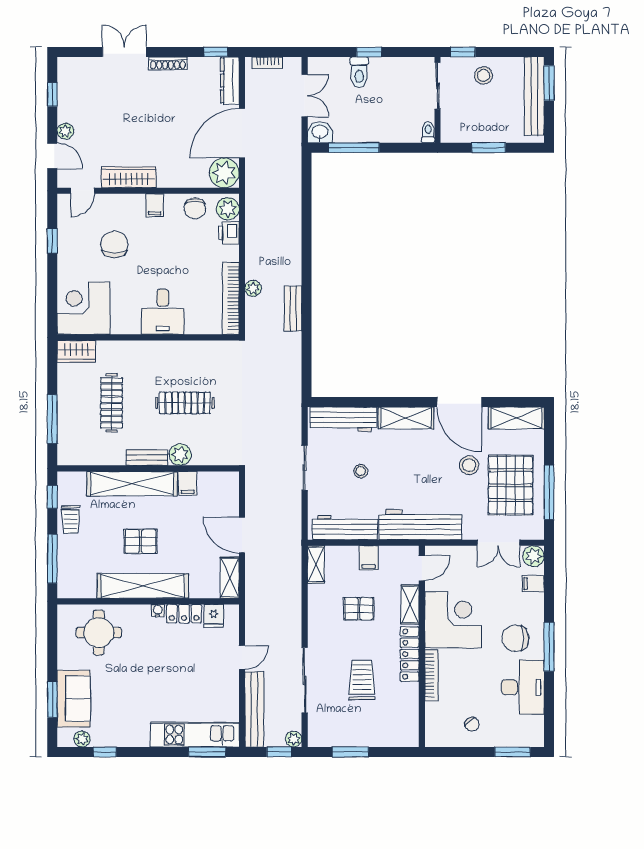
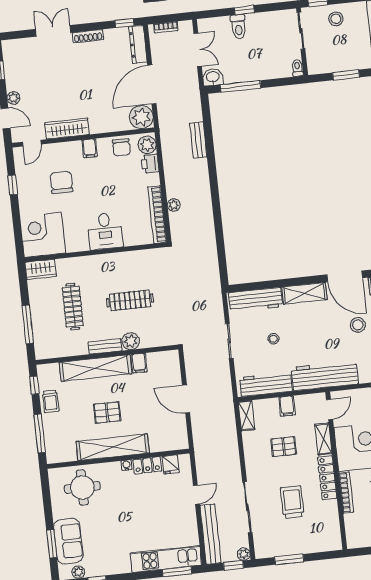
bench: (293, 309) -> (198, 140), moved
shelving: (230, 578) -> (180, 433), removed

